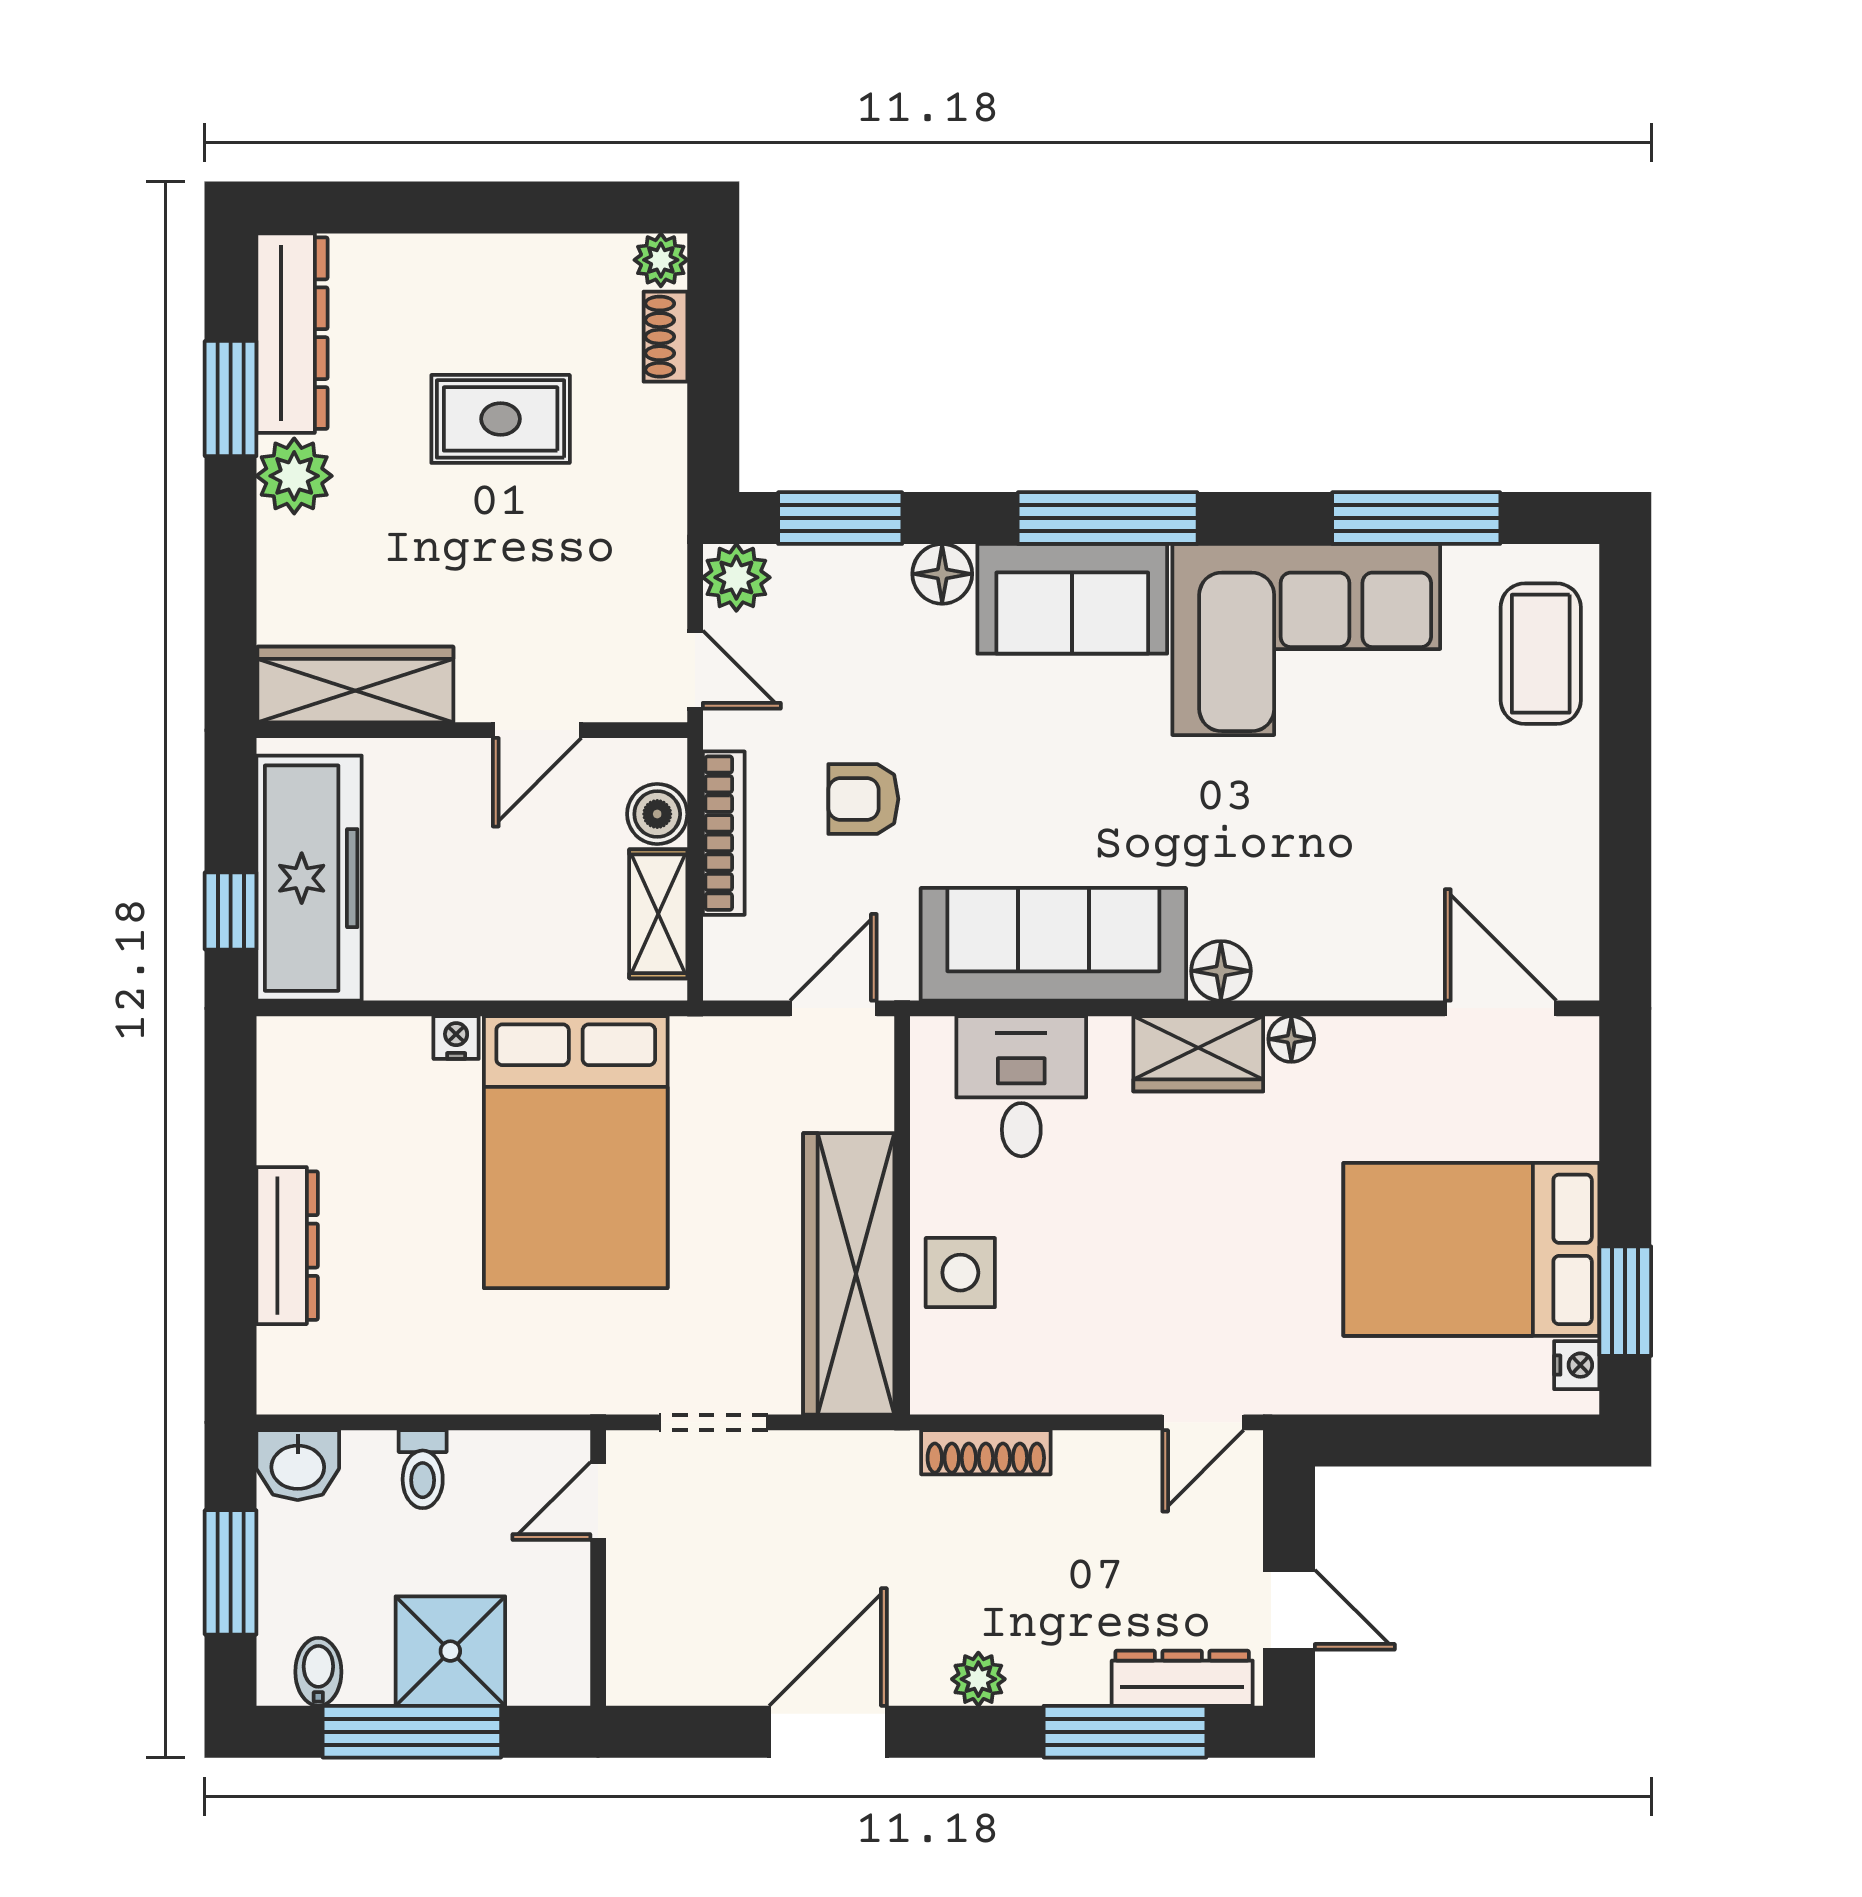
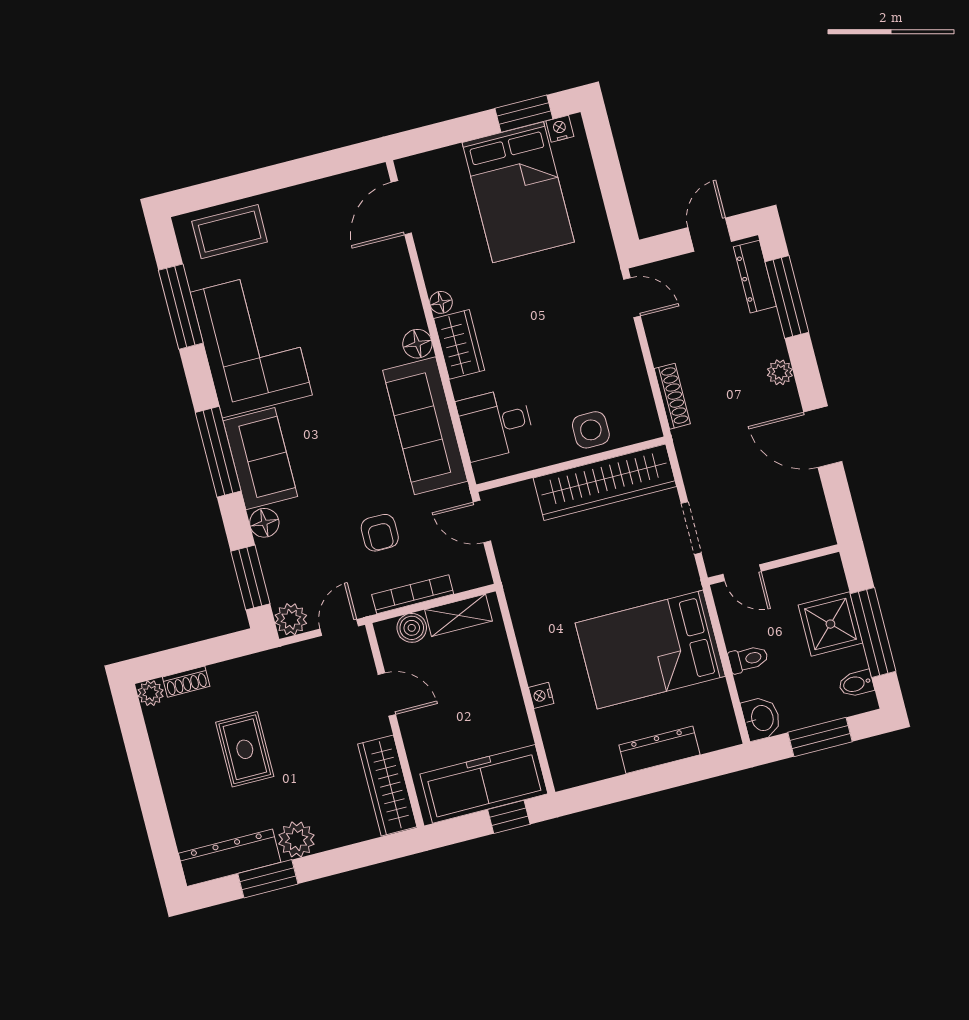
bed: (576, 1152) -> (650, 650), moved, turned 180

